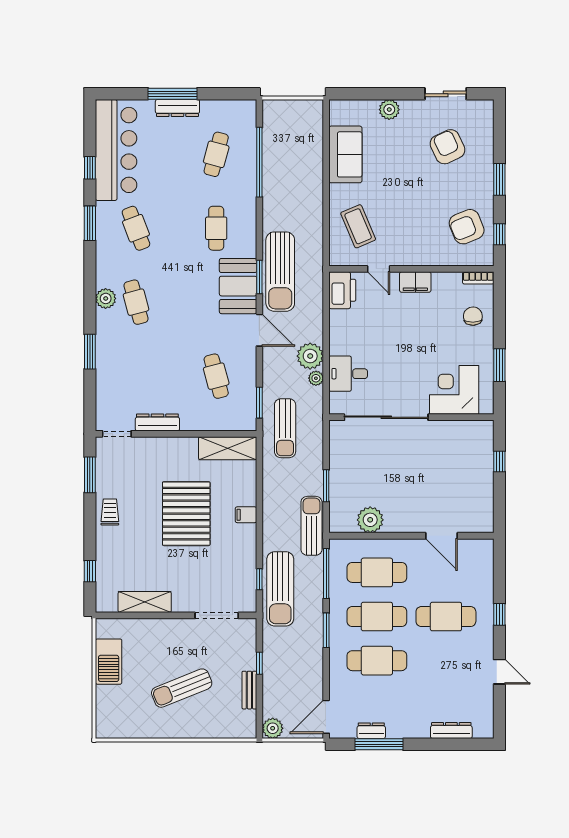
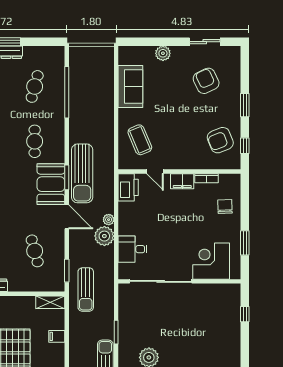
bookcase: (478, 278) -> (206, 178), moved
plant: (316, 378) -> (109, 220), moved
shelving: (228, 448) -> (50, 302), width x0.67, depth x0.75
filing cabinet: (246, 515) -> (57, 336), moved

